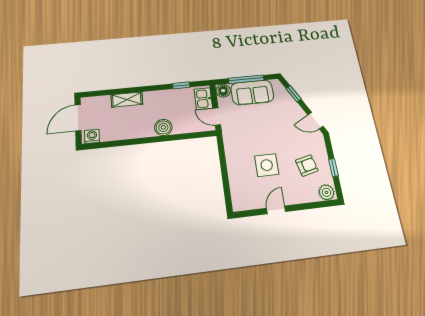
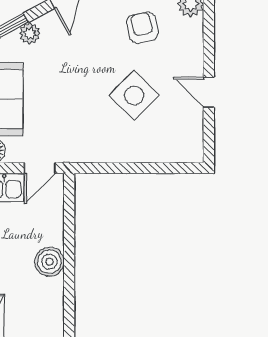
plant: (291, 104) -> (30, 33), added
side table: (267, 165) -> (134, 95), turned 45

